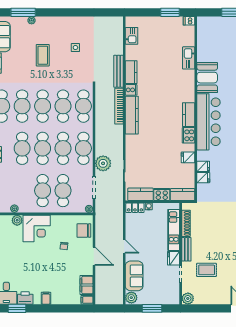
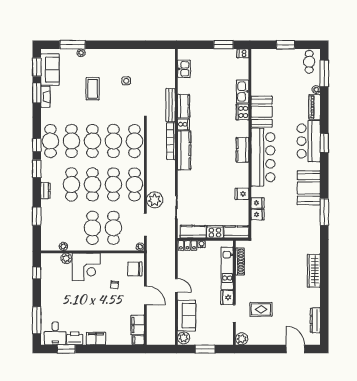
cooker: (189, 135) -> (242, 112), moved
bench: (186, 249) -> (240, 288), removed
filing cabinet: (46, 298) -> (96, 339), width x2.00

